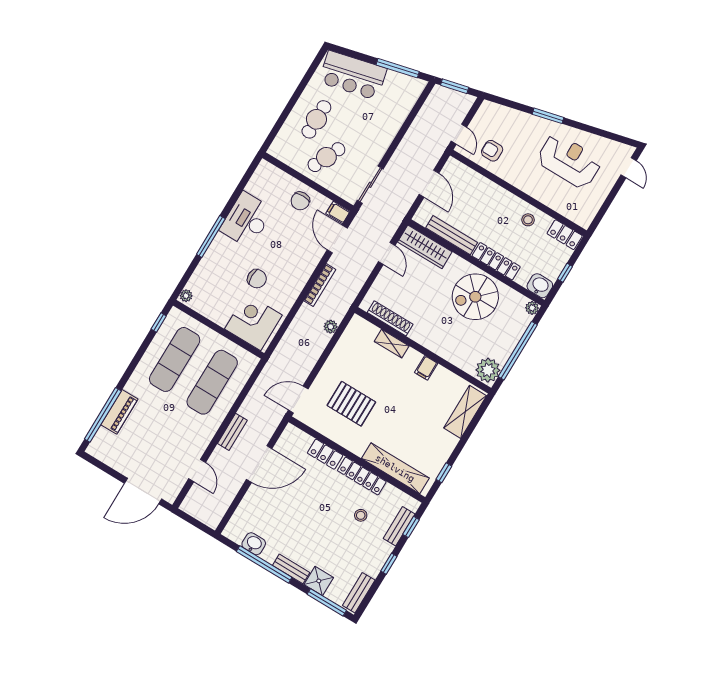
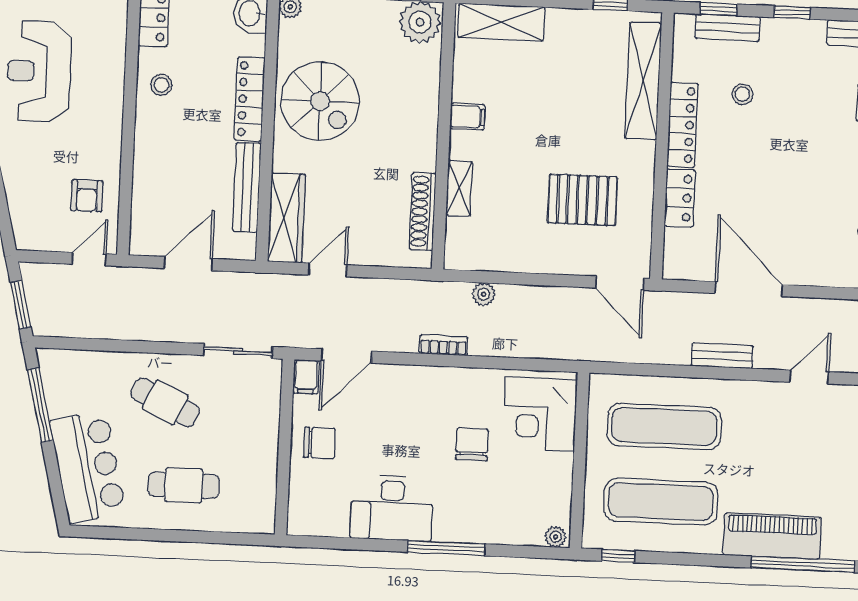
cafe table: (326, 157) -> (165, 402), moved
bookcase: (320, 285) -> (443, 345), width x0.64
pallet: (351, 404) -> (582, 200), turned 90
piano: (119, 412) -> (772, 536), width x1.37, depth x1.33

